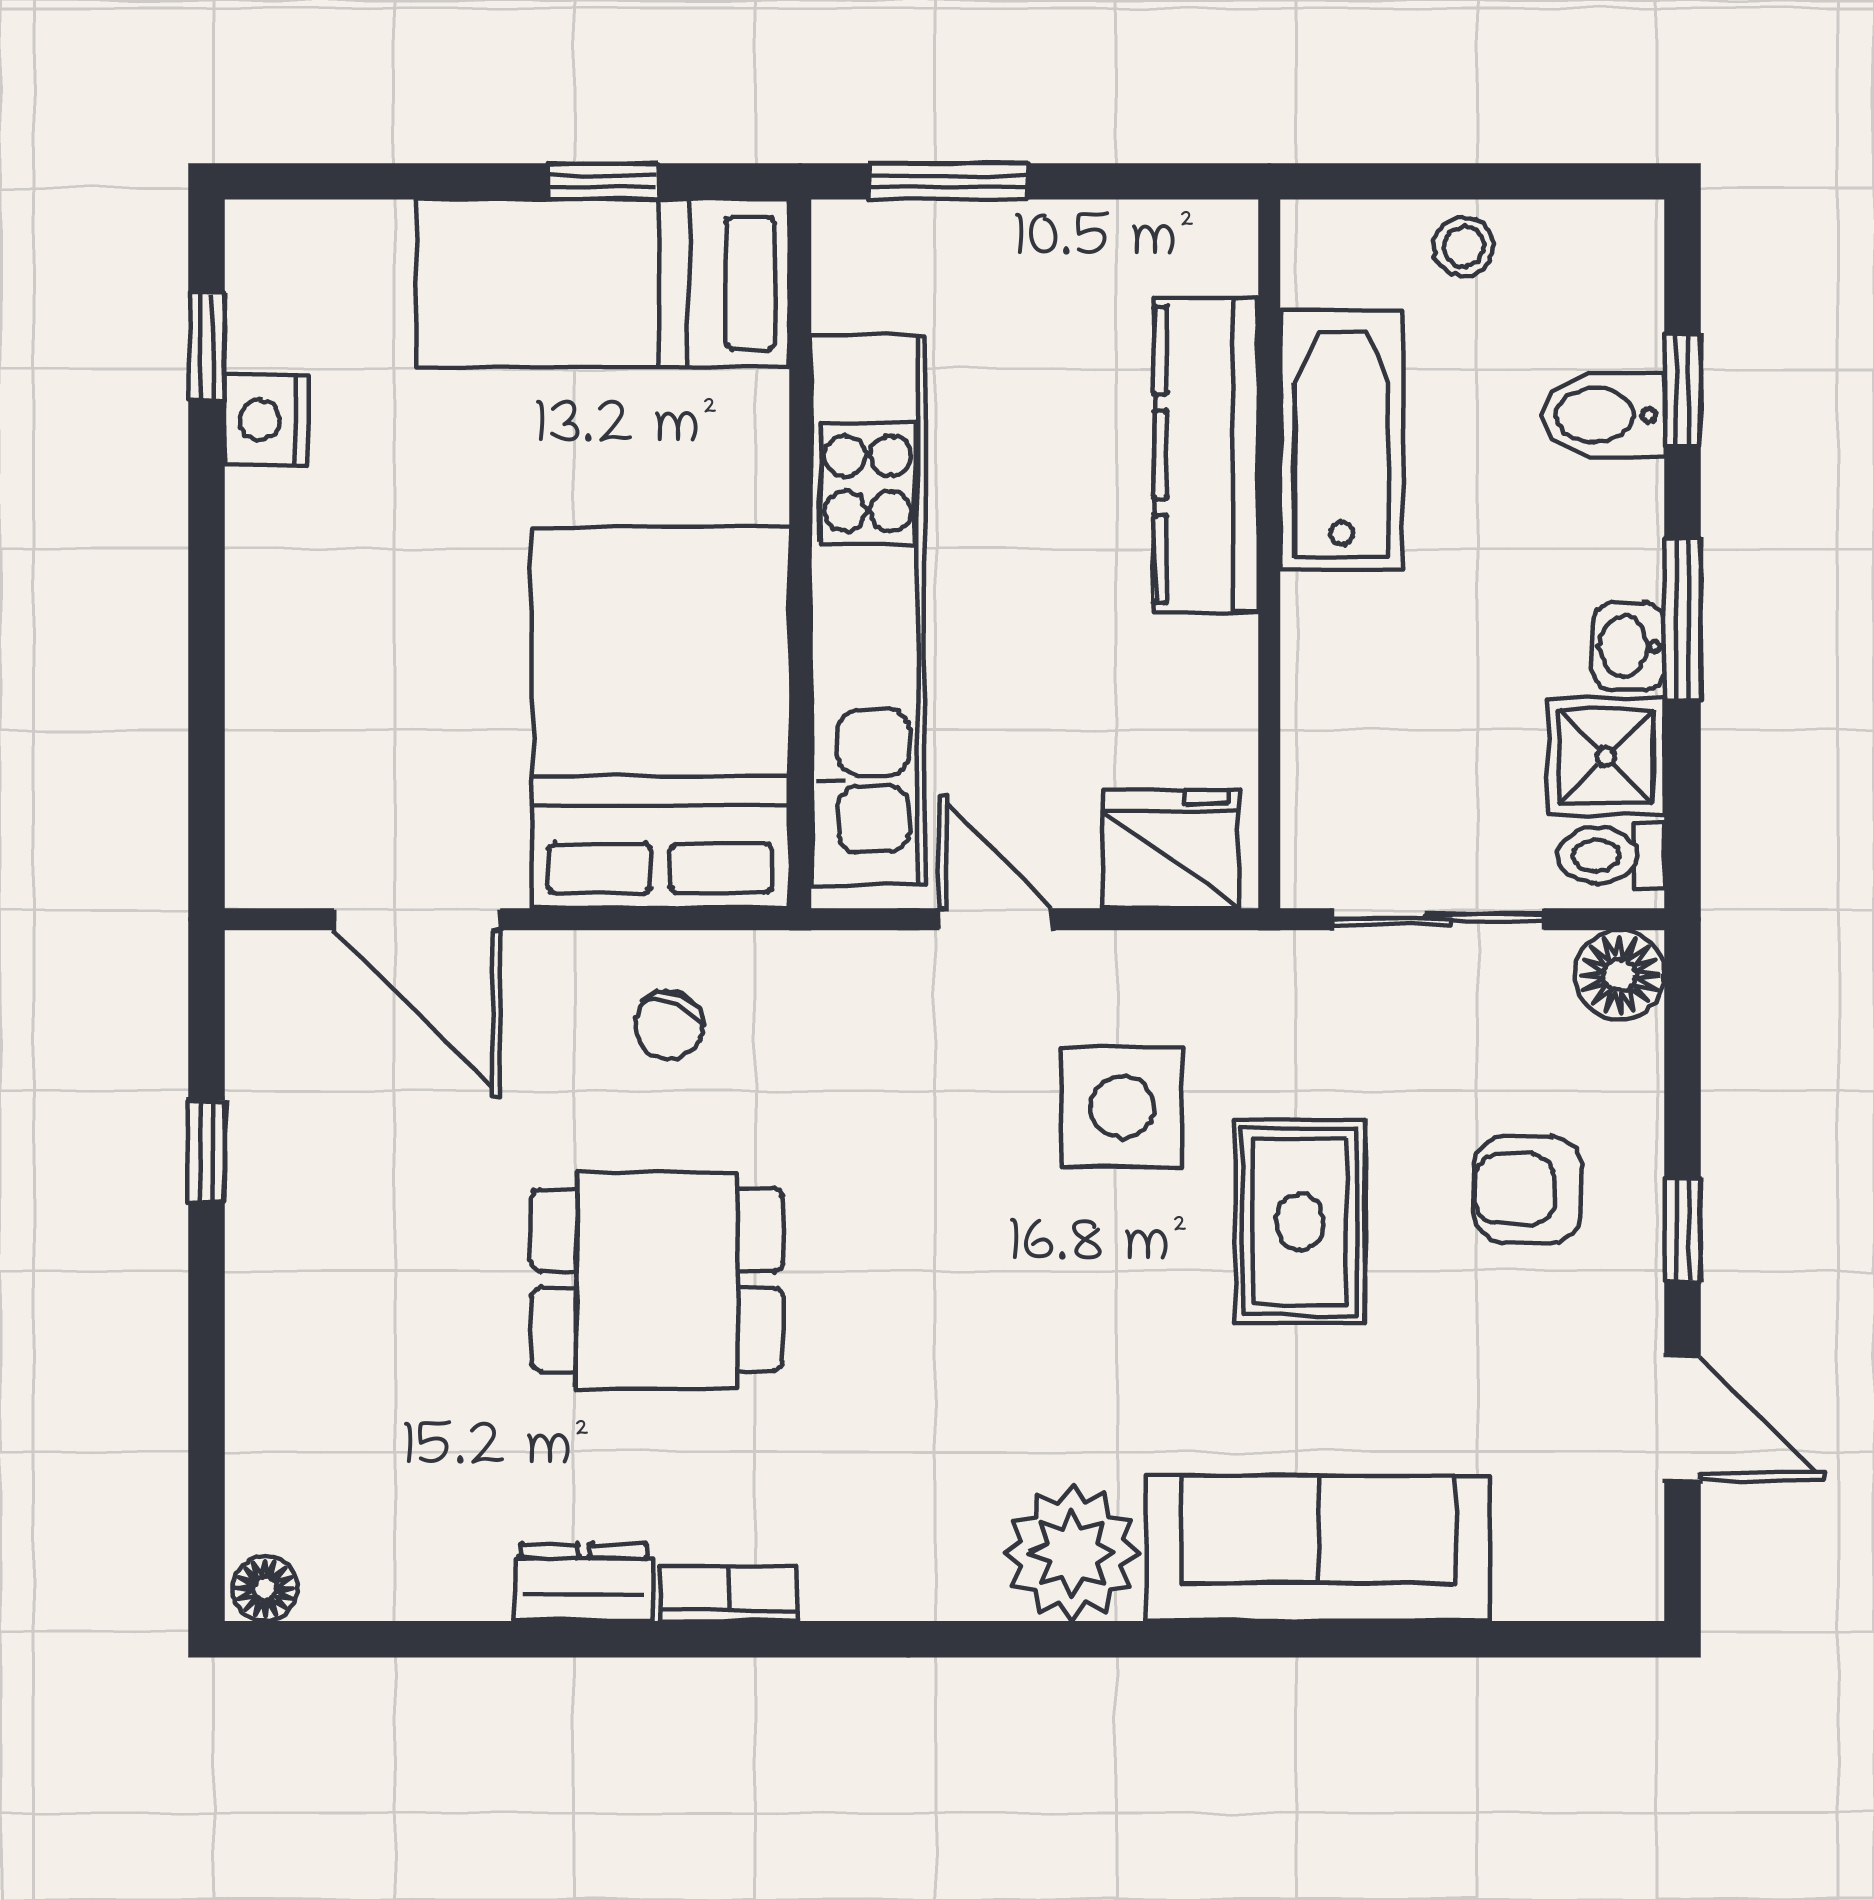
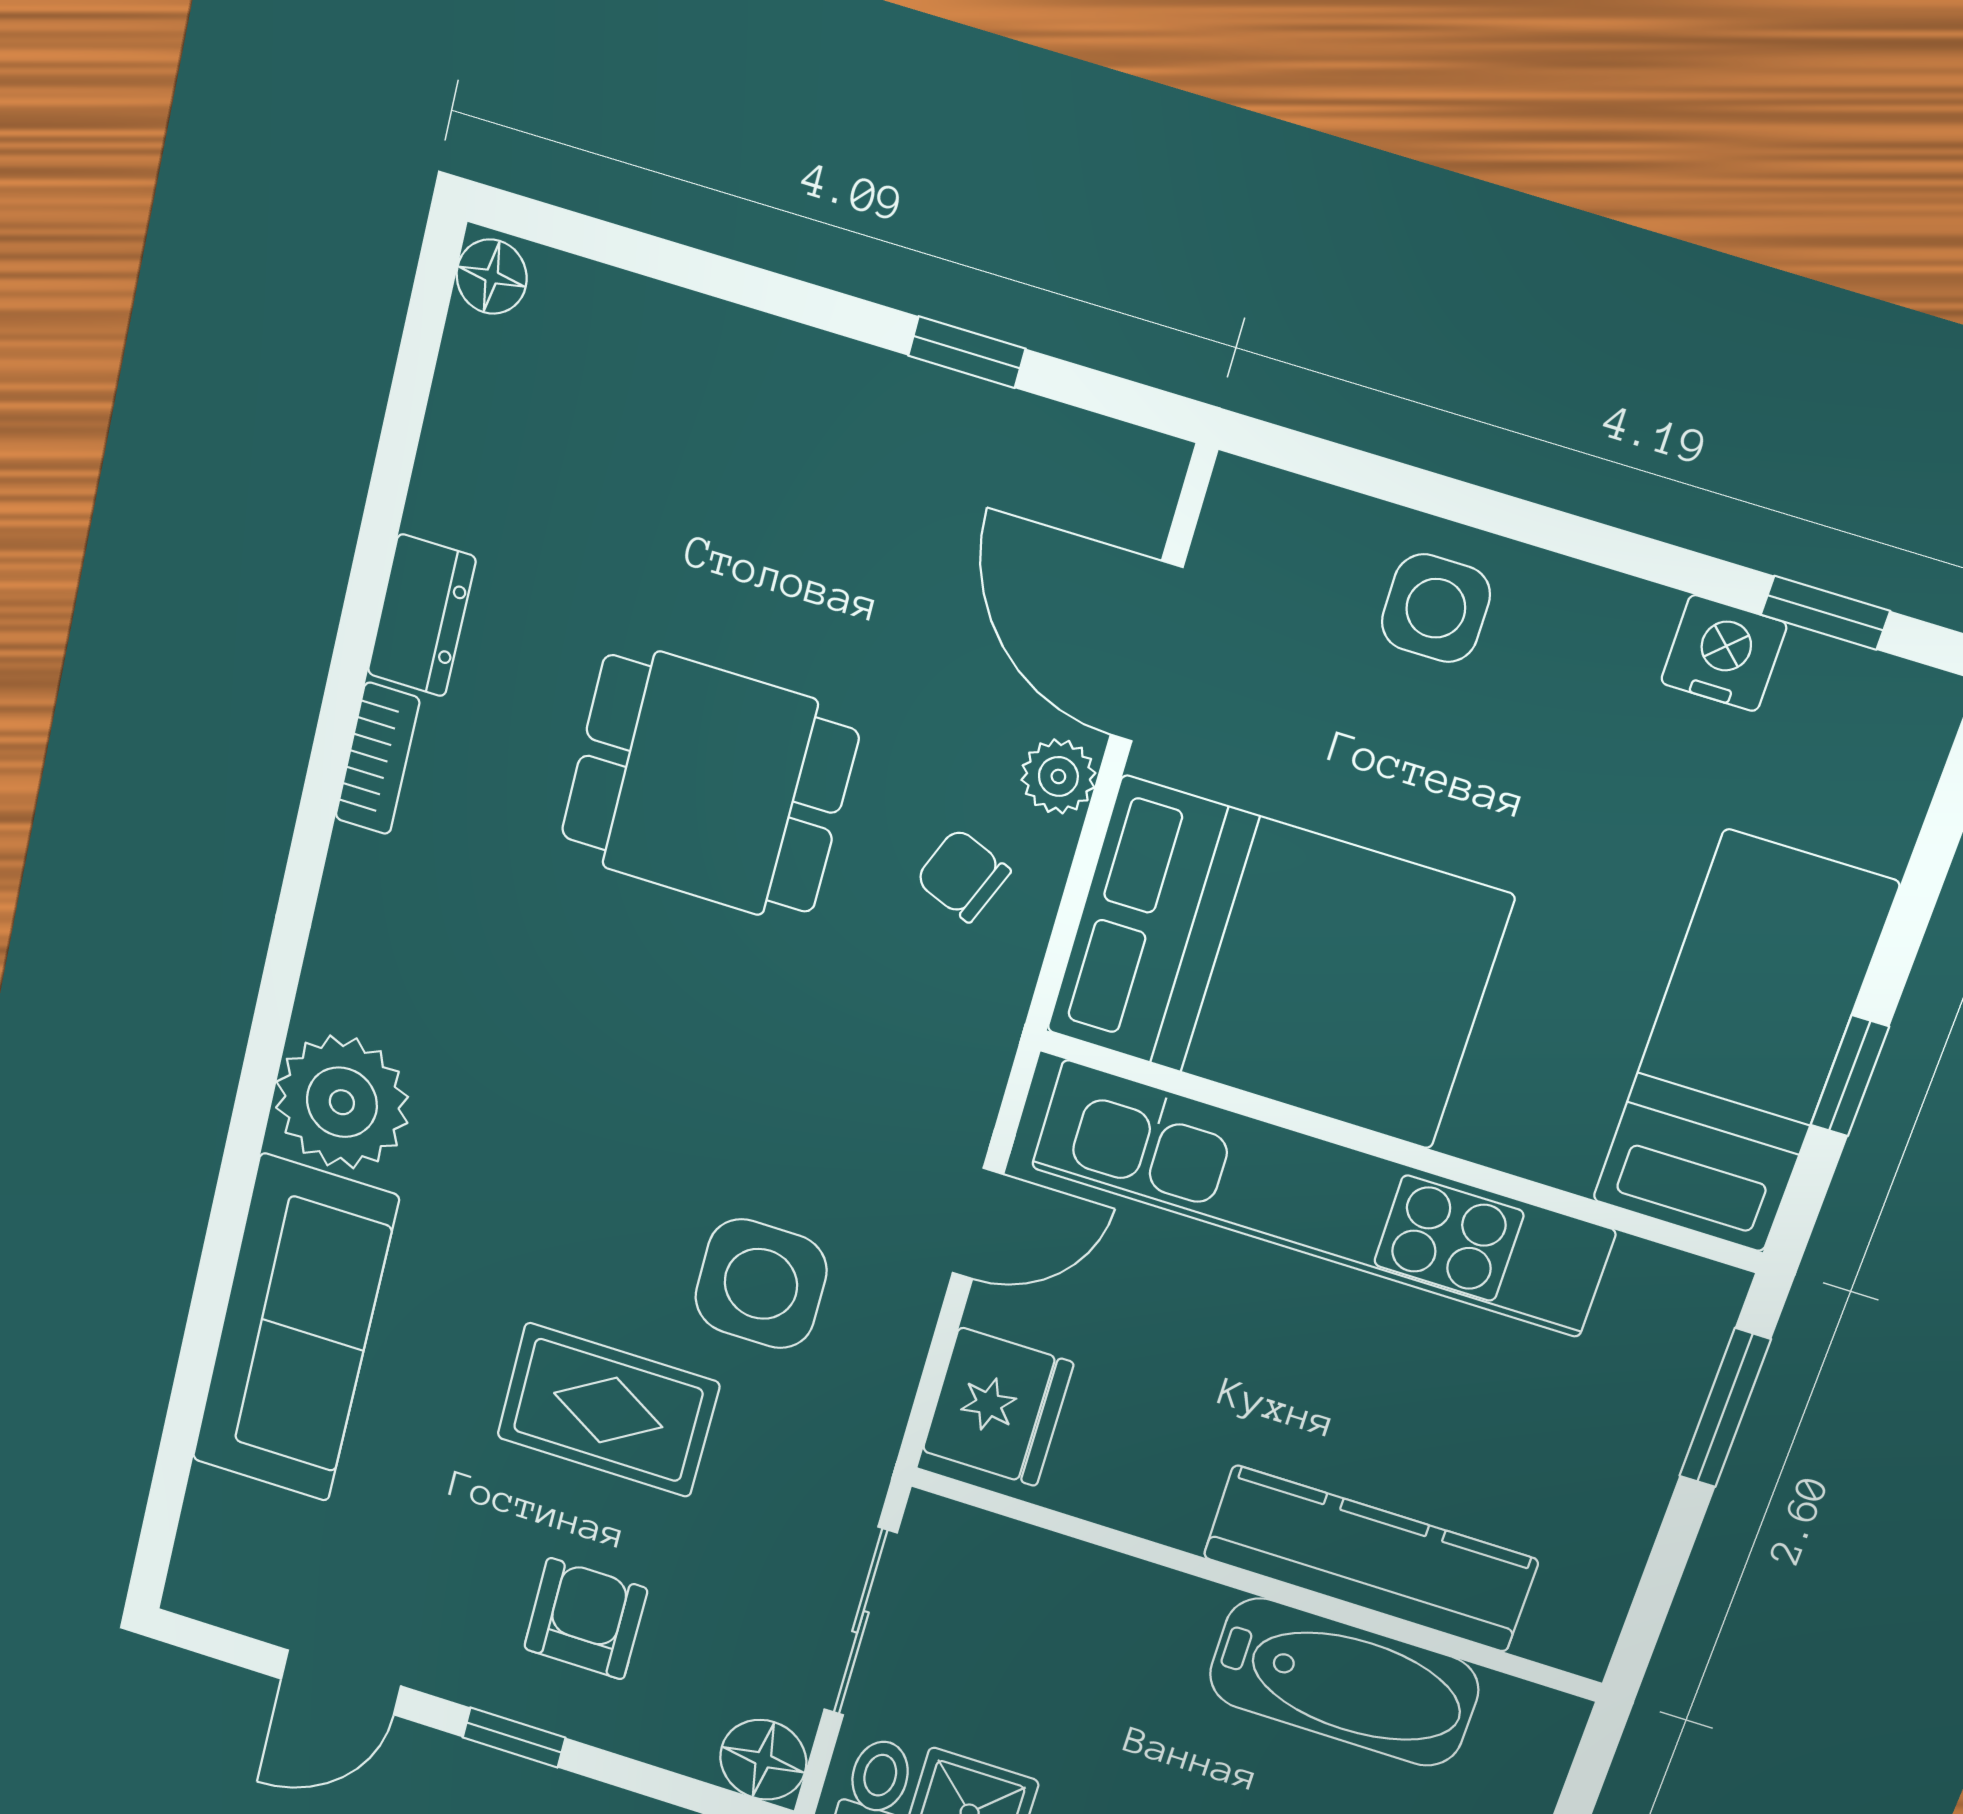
side table: (303, 679) -> (1436, 608), added
door: (417, 919) -> (1146, 652), hinge flipped
plant: (552, 965) -> (1058, 776), added
dining table: (657, 1280) -> (709, 784), turned 90

